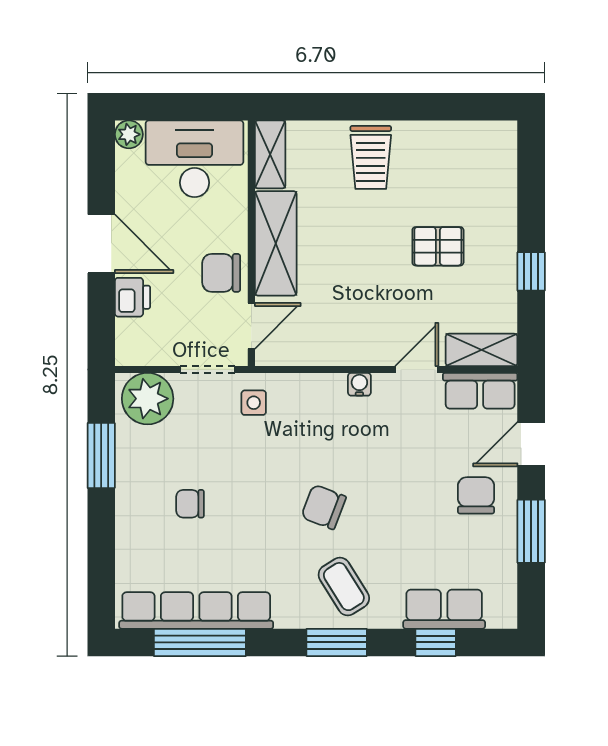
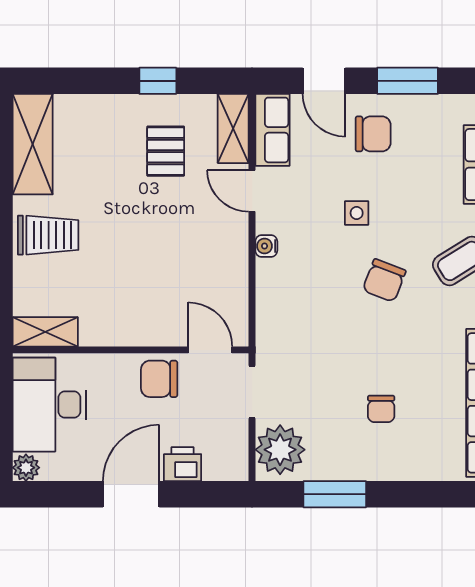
shelving: (276, 243) -> (33, 144), moved, turned 90
pallet: (438, 246) -> (166, 151), moved
chair: (221, 273) -> (159, 379), turned 90
side table: (254, 403) -> (357, 213), moved
chair: (476, 495) -> (373, 134), turned 180

